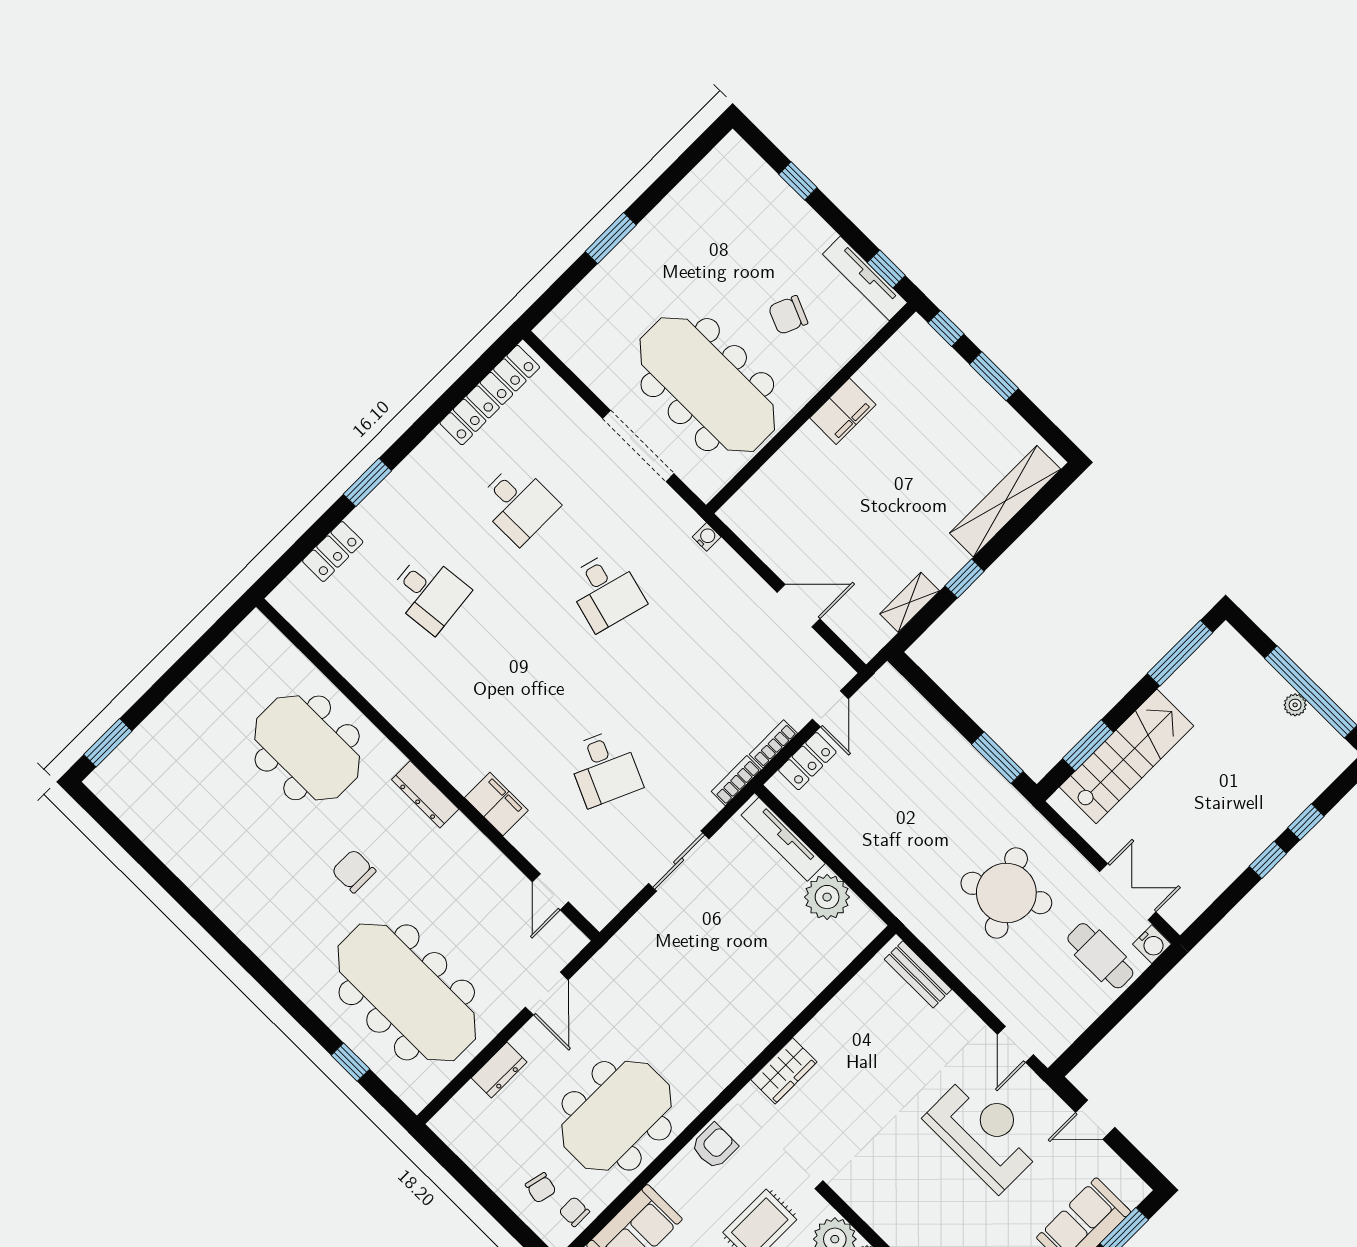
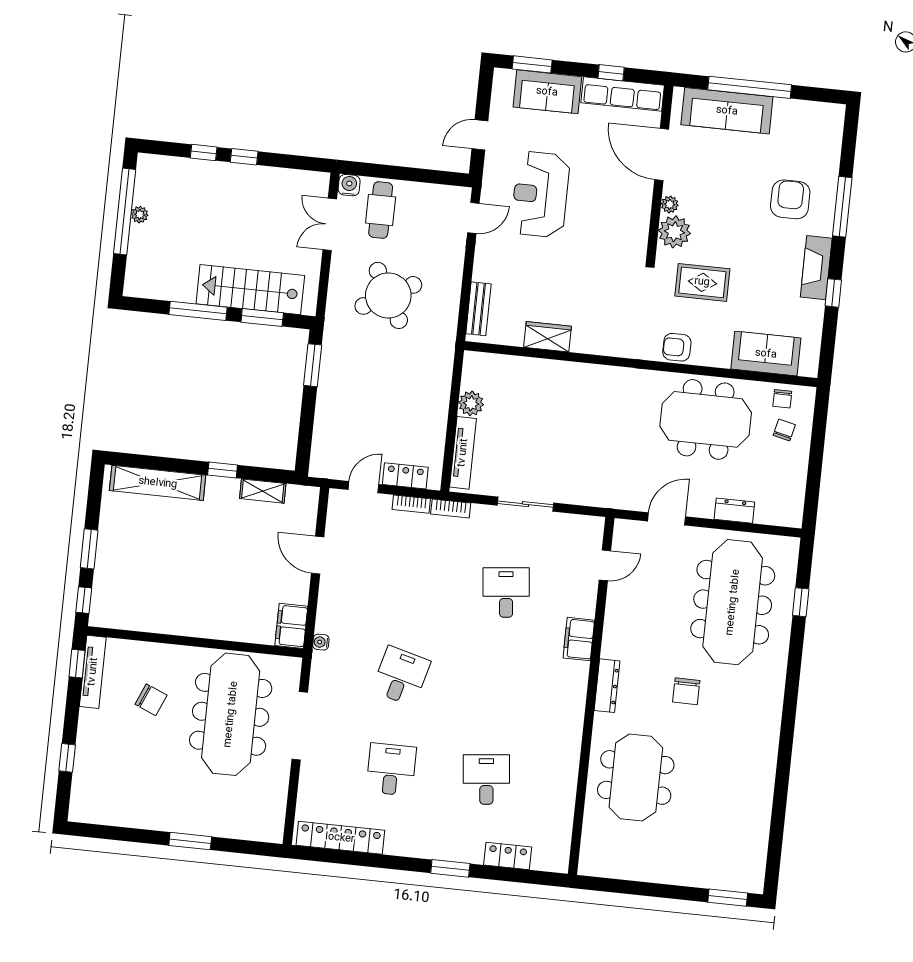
filing cabinet: (843, 411) -> (291, 626), moved, turned -90
window: (1180, 653) -> (198, 311), moved
desk: (604, 768) -> (506, 592), turned -30
plant: (827, 897) -> (471, 403), width x0.73, depth x0.73
wardrobe: (784, 1071) -> (548, 337), moved
door: (1095, 1120) -> (480, 135), swing flipped

